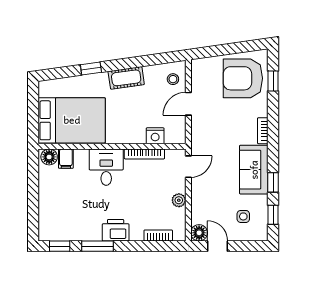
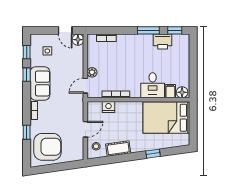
cot: (126, 78) -> (118, 149), moved
window: (273, 81) -> (27, 132), moved
desk: (106, 167) -> (153, 85), moved
plant: (179, 200) -> (92, 72), moved
printer: (116, 230) -> (163, 41), moved

